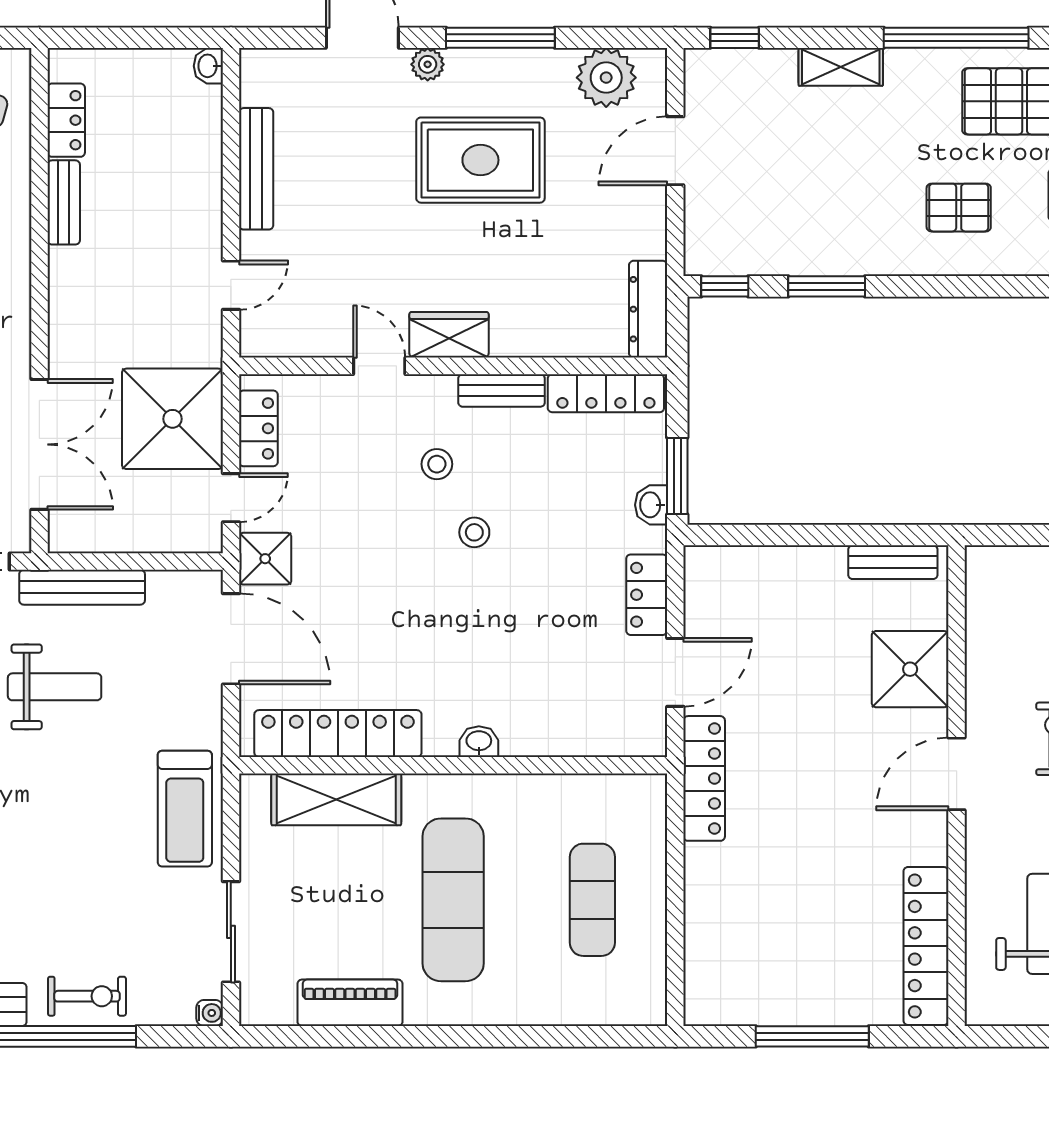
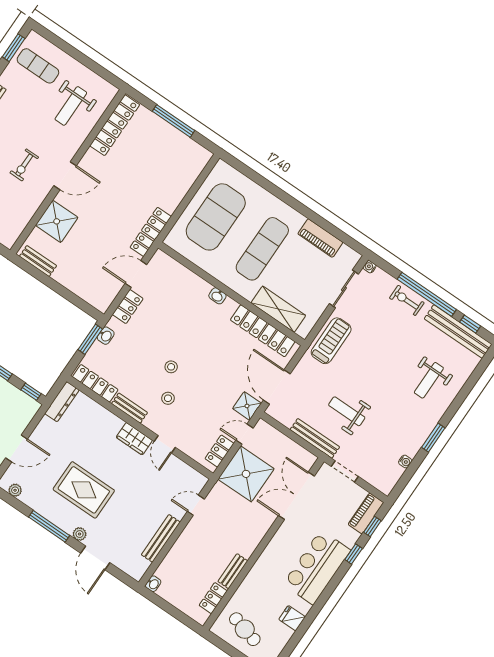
plant: (606, 78) -> (15, 490), width x0.53, depth x0.53
exercise mat: (592, 900) -> (216, 217), width x2.00, depth x1.45

